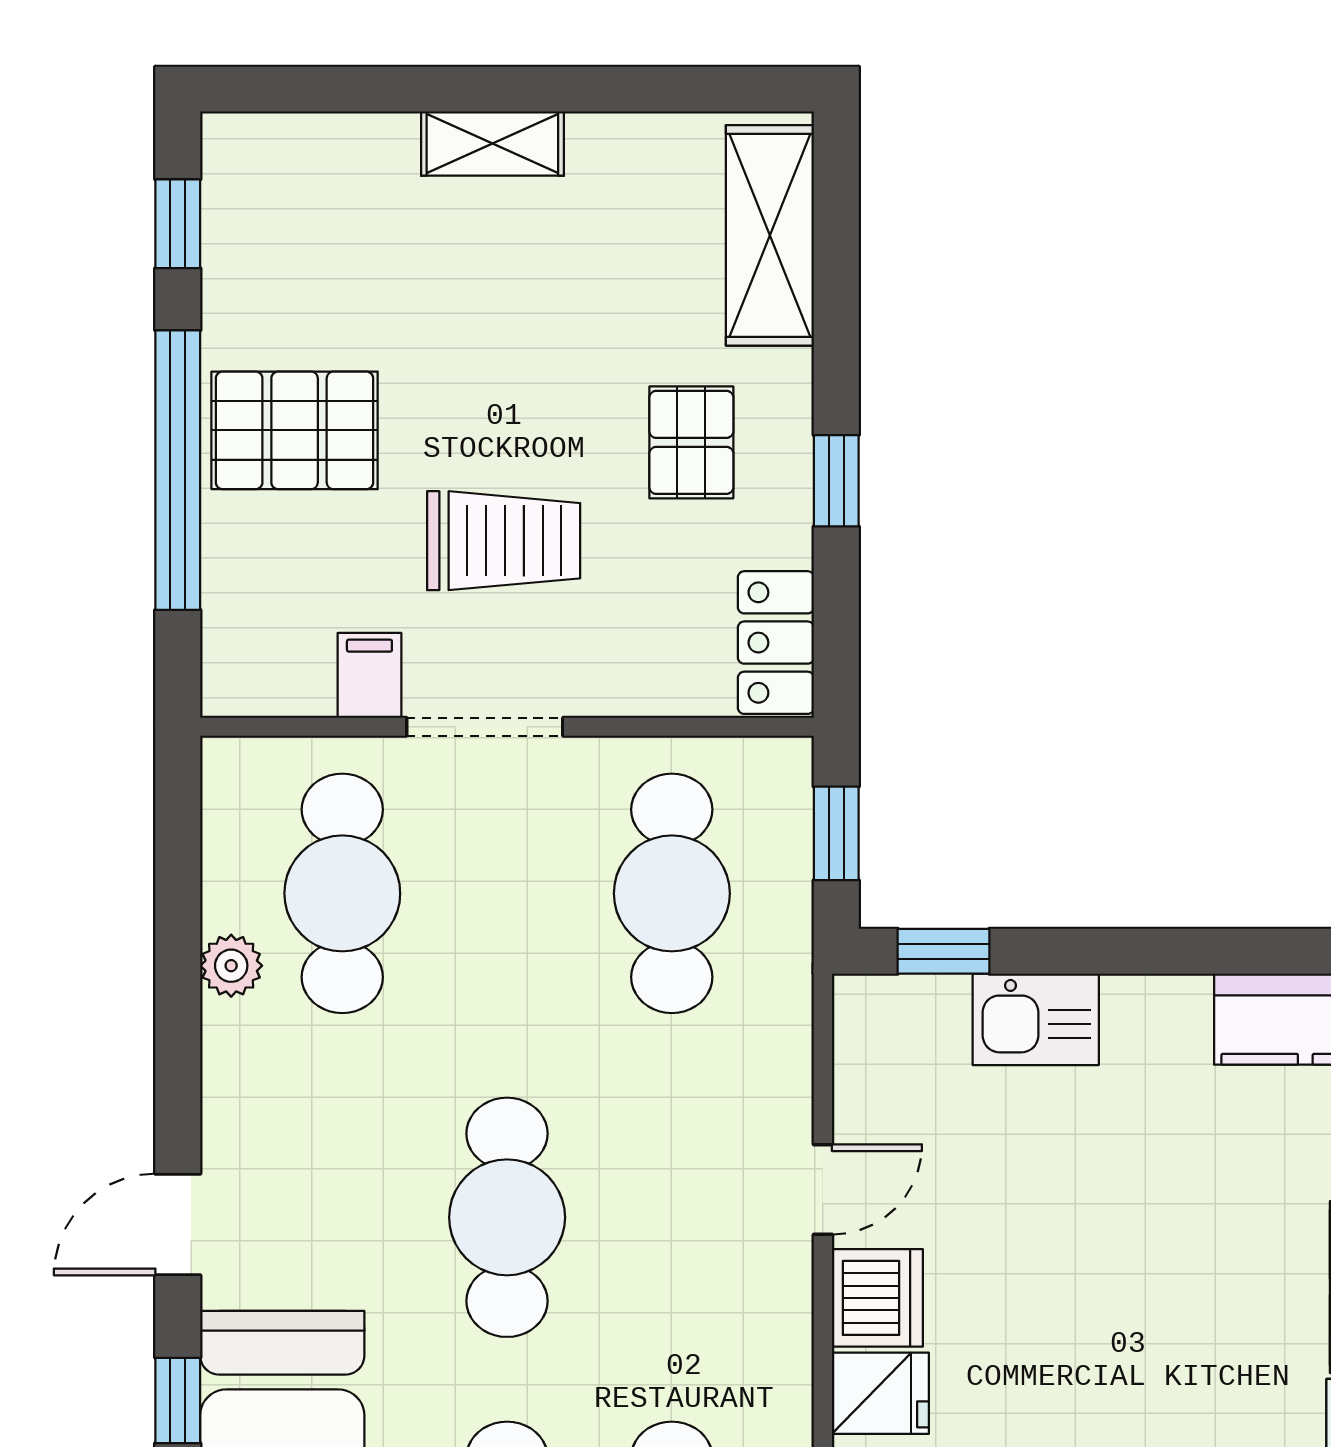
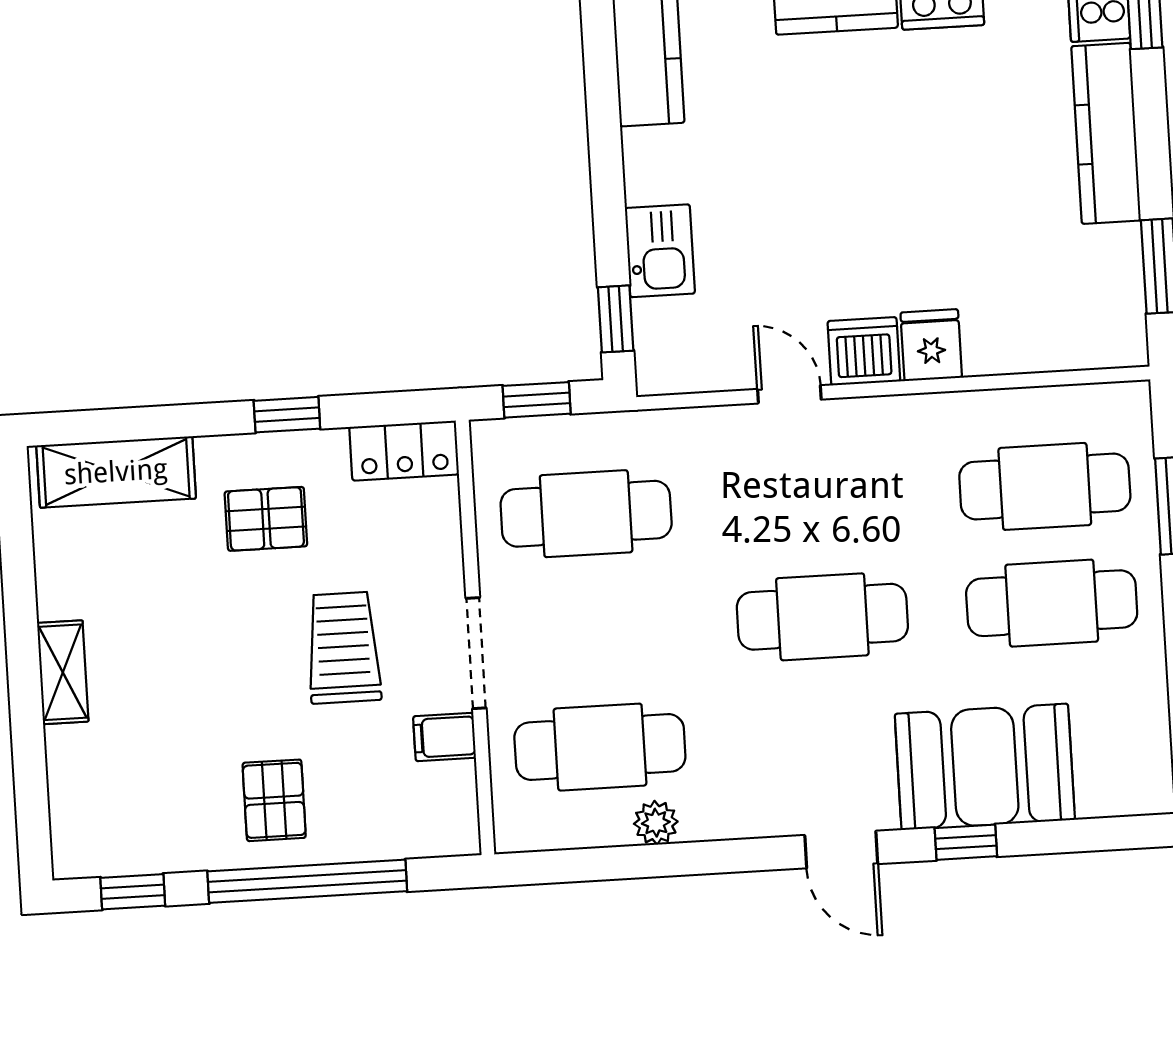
pallet: (295, 430) -> (274, 800), width x0.67, depth x0.71

